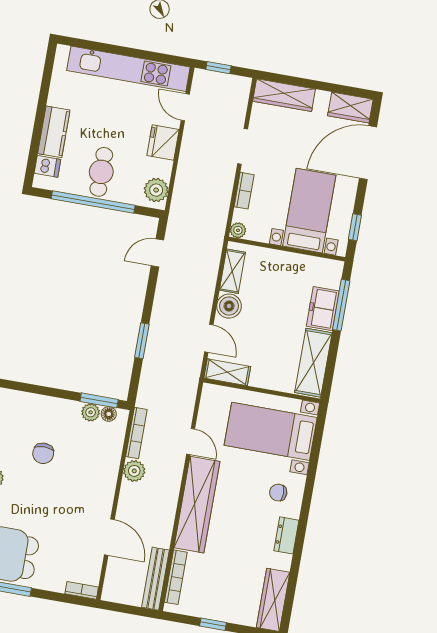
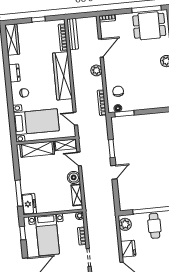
door: (157, 253) -> (114, 172), moved
freezer: (323, 309) -> (29, 204), moved
shelving: (313, 363) -> (37, 149), moved, turned 90
plant: (91, 412) -> (127, 107), removed
door: (191, 441) -> (75, 119), moved
chair: (43, 453) -> (118, 91), moved
plant: (134, 471) -> (96, 70), moved
door: (109, 537) -> (101, 48), swing flipped

